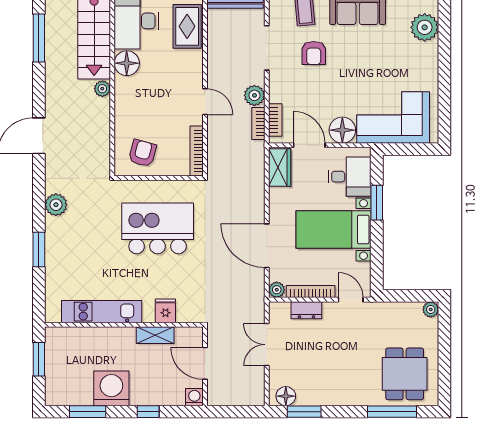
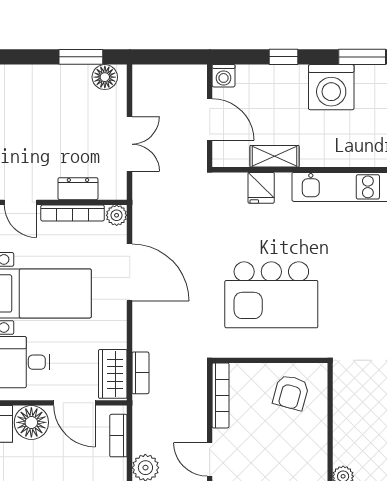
bookcase: (258, 123) -> (140, 373), moved

